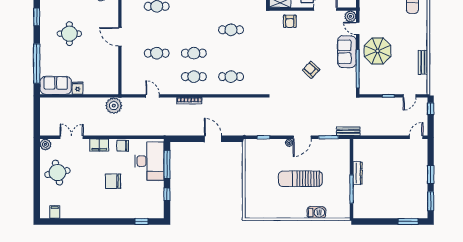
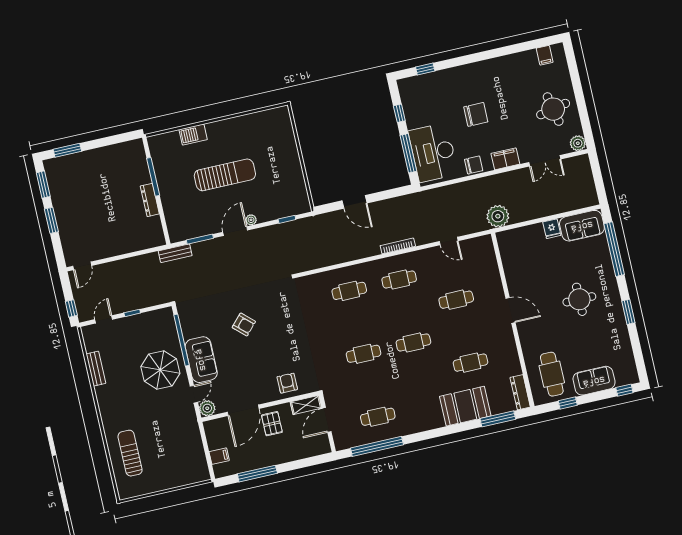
door: (358, 28) -> (194, 394), hinge flipped
cafe table: (194, 53) -> (413, 342), moved

